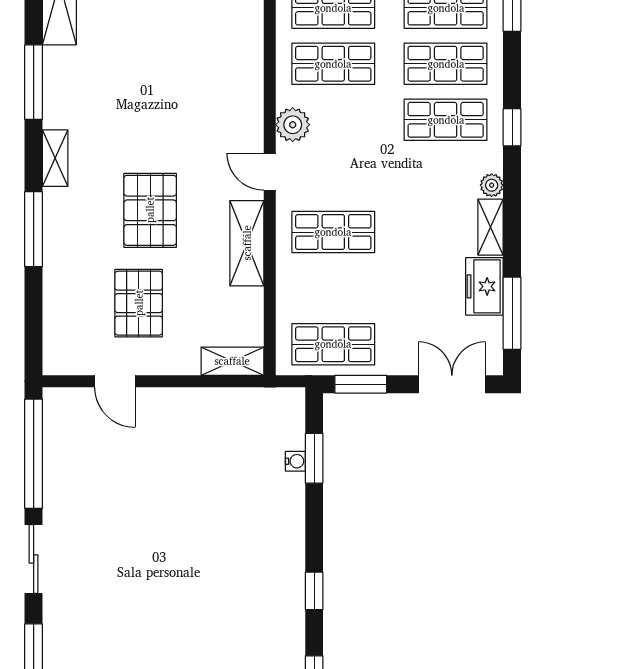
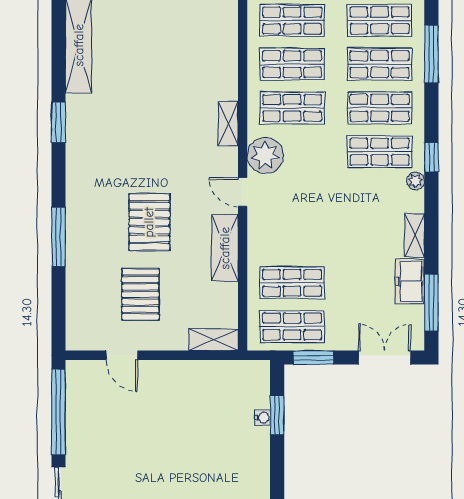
window: (34, 82) -> (58, 122), width x0.69
plant: (293, 125) -> (265, 155), width x1.36, depth x1.36
shelving: (55, 158) -> (228, 123), moved
plant: (492, 185) -> (415, 181), moved
shop shelf: (333, 232) -> (292, 283), moved

